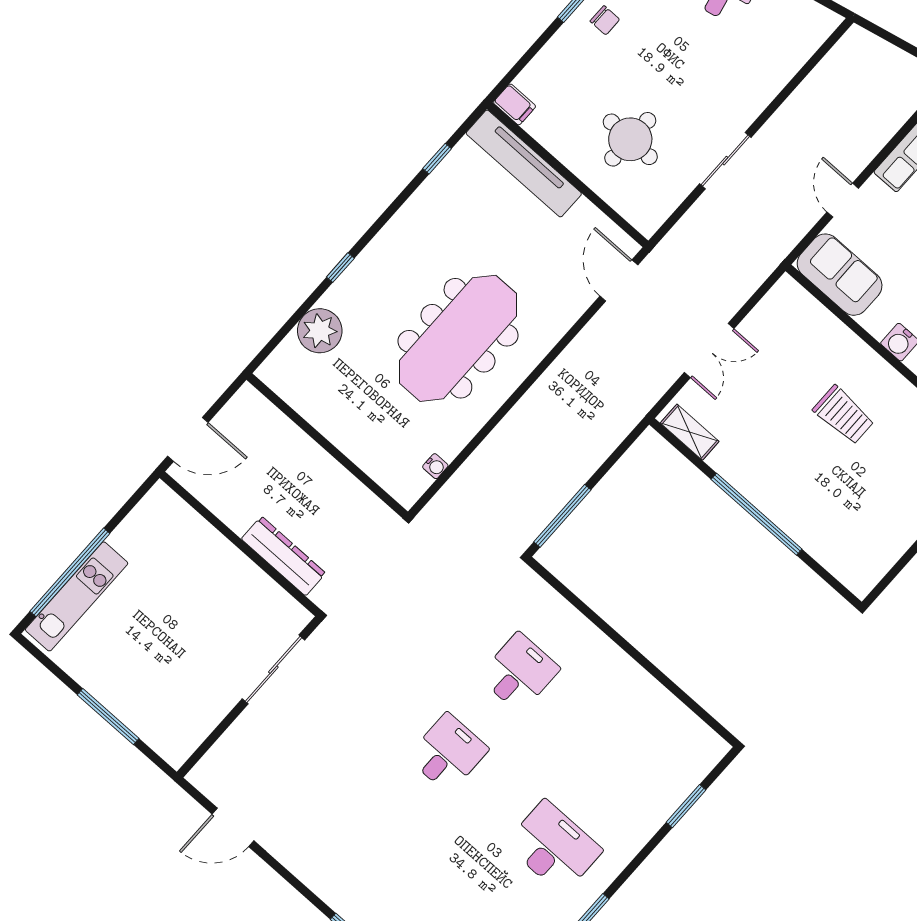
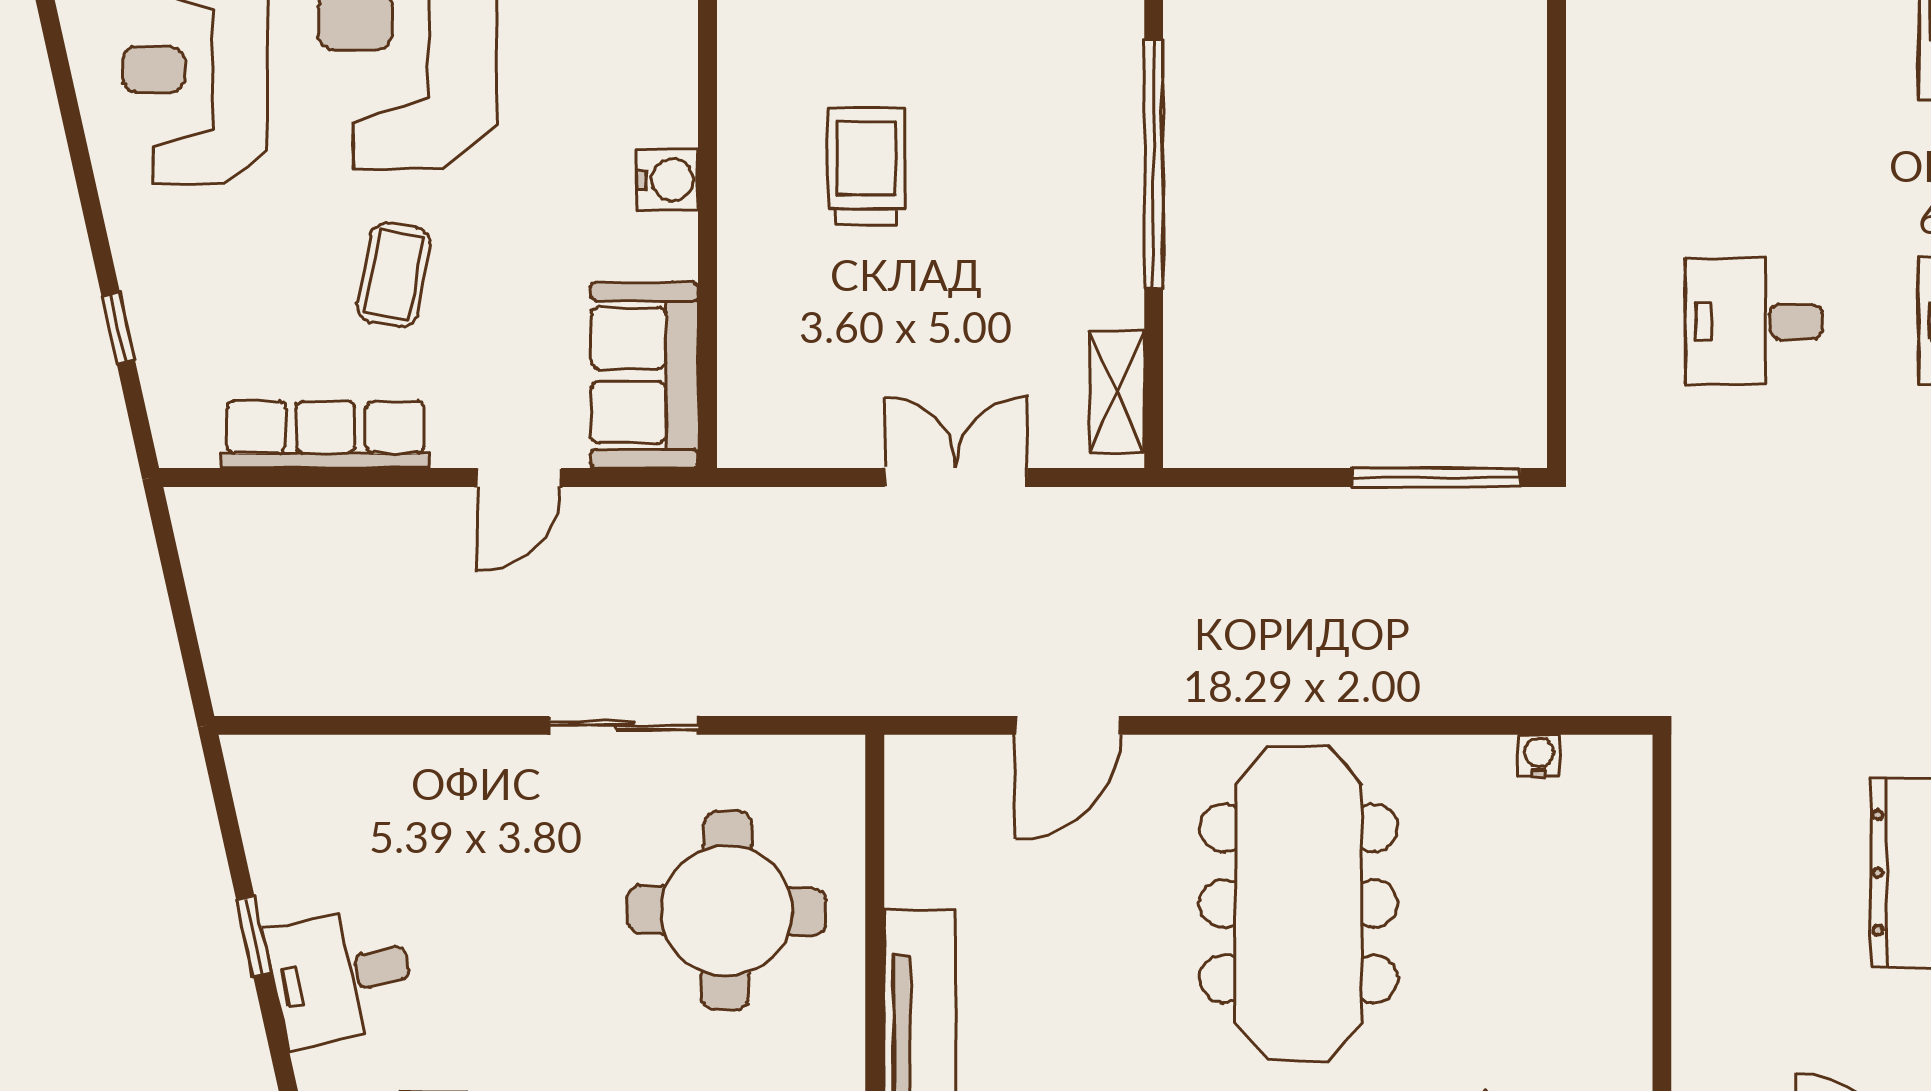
round table: (630, 139) -> (727, 910), width x1.36, depth x1.36
door: (619, 280) -> (1068, 725), moved
meeting table: (458, 338) -> (1298, 903), turned 90

